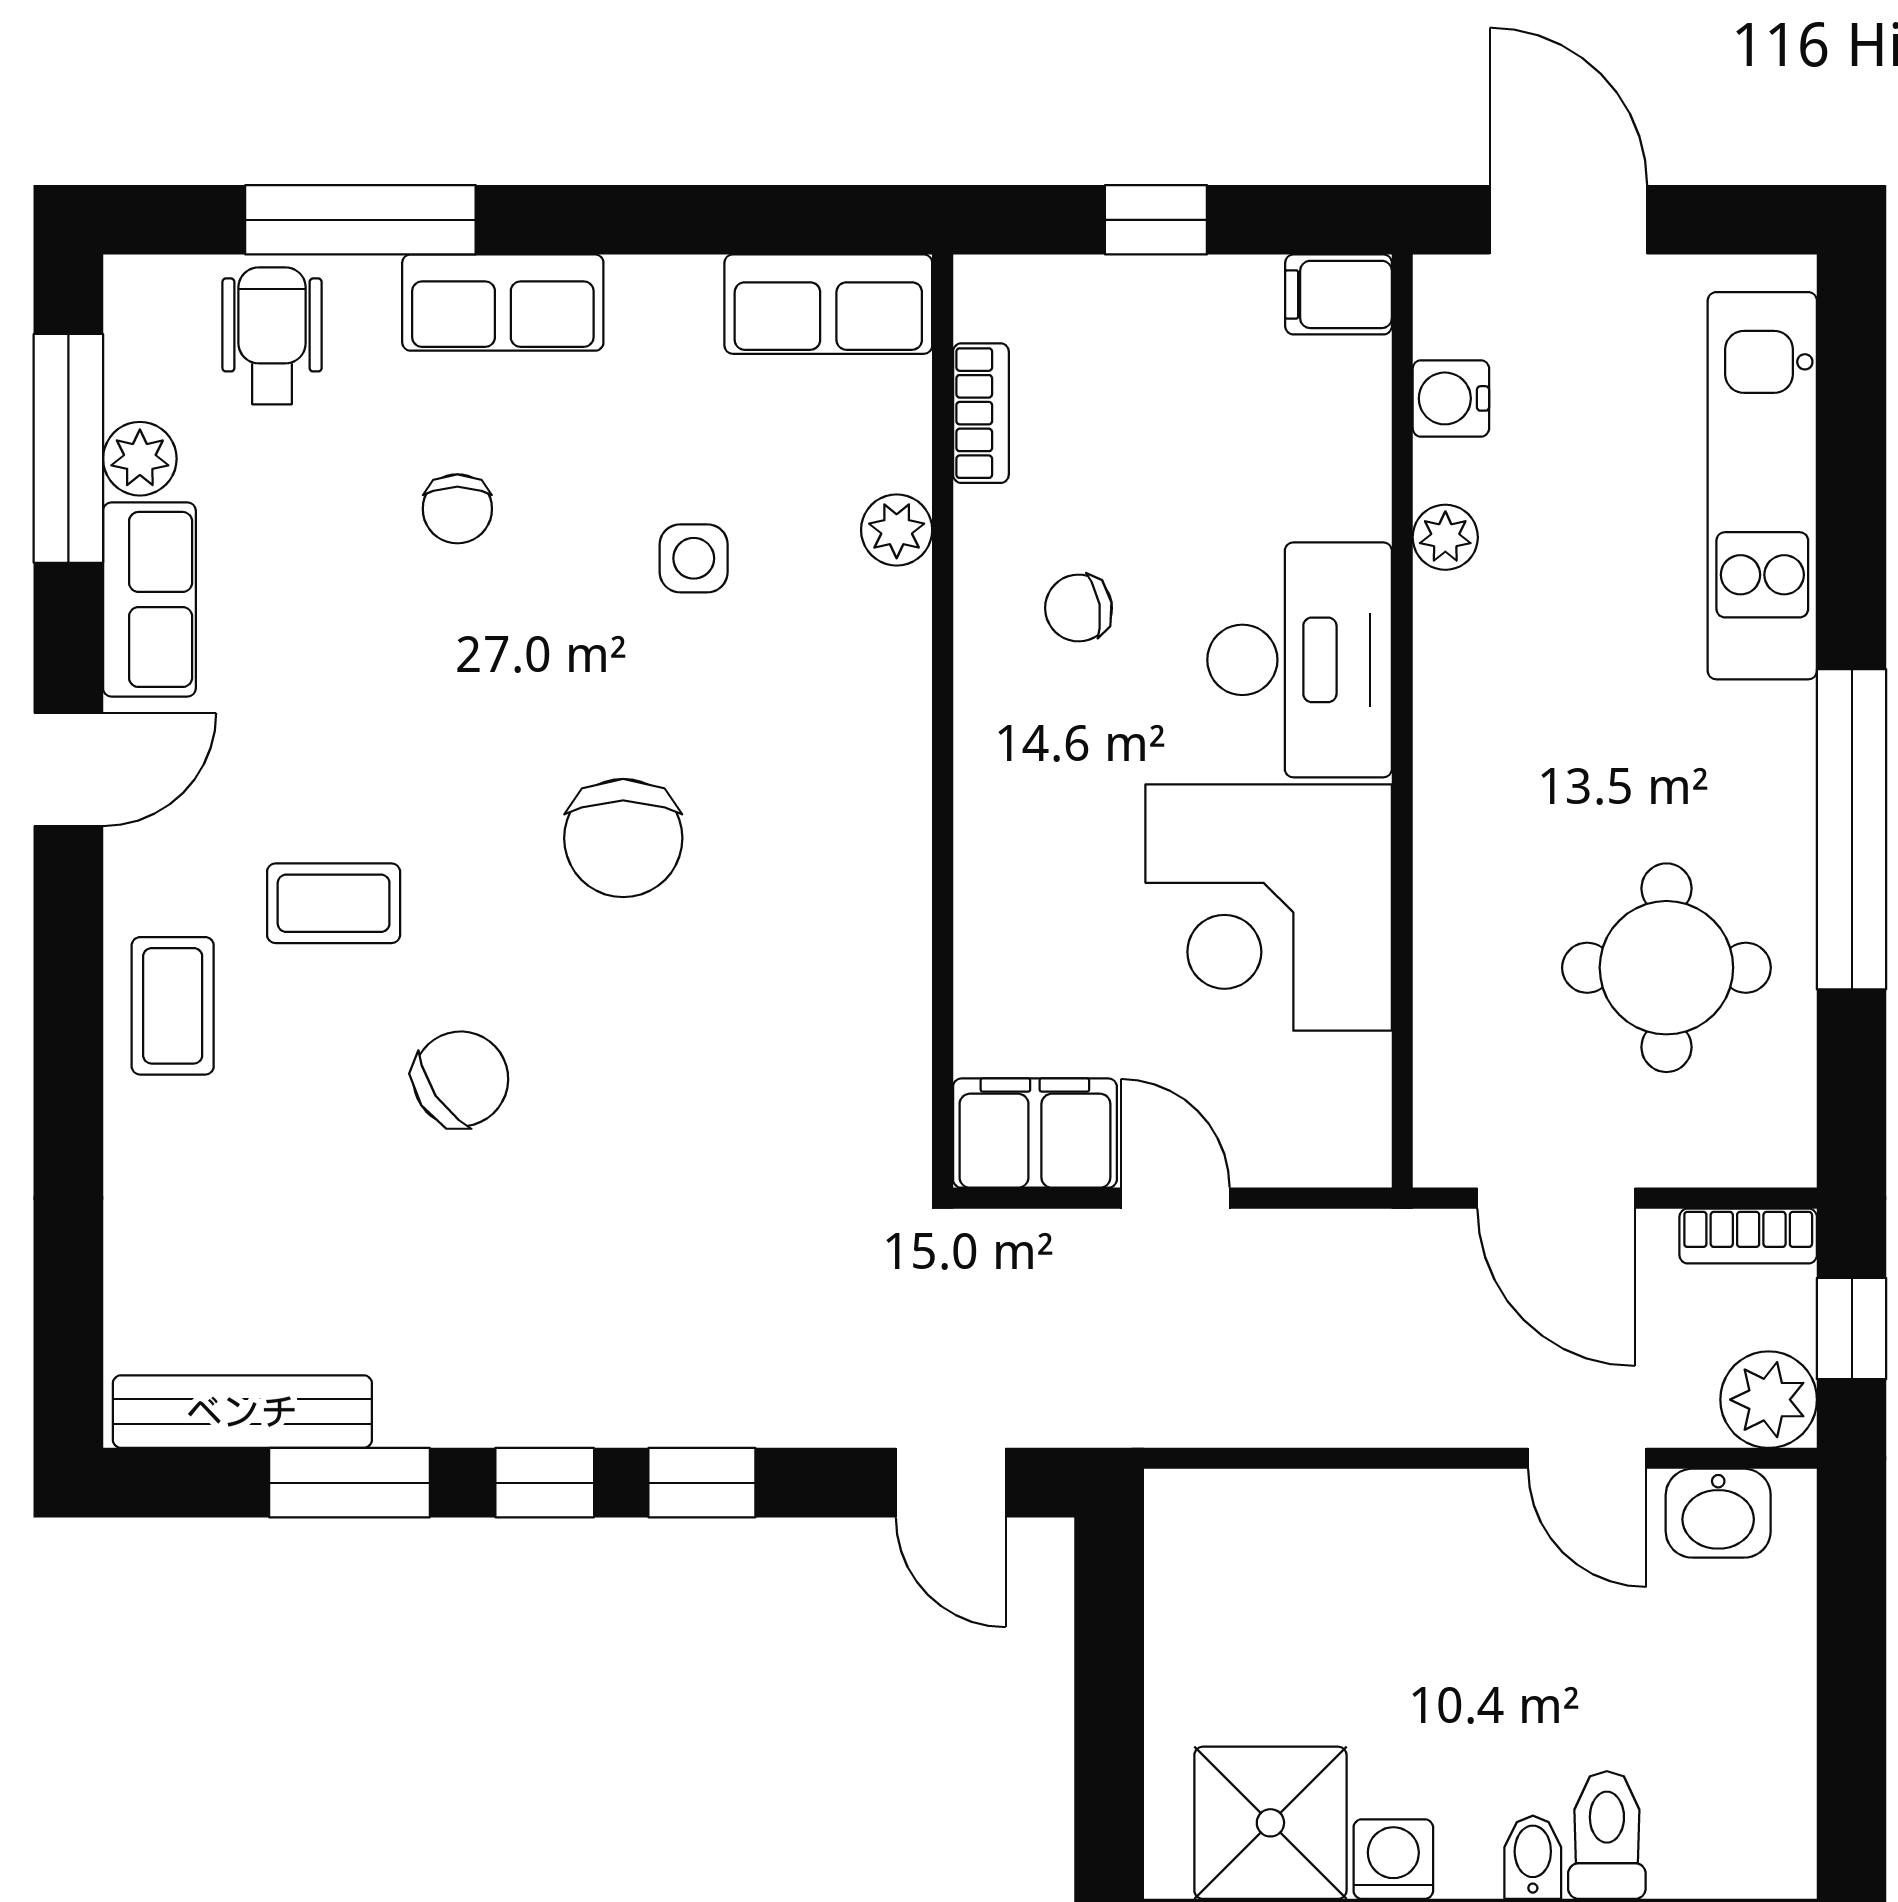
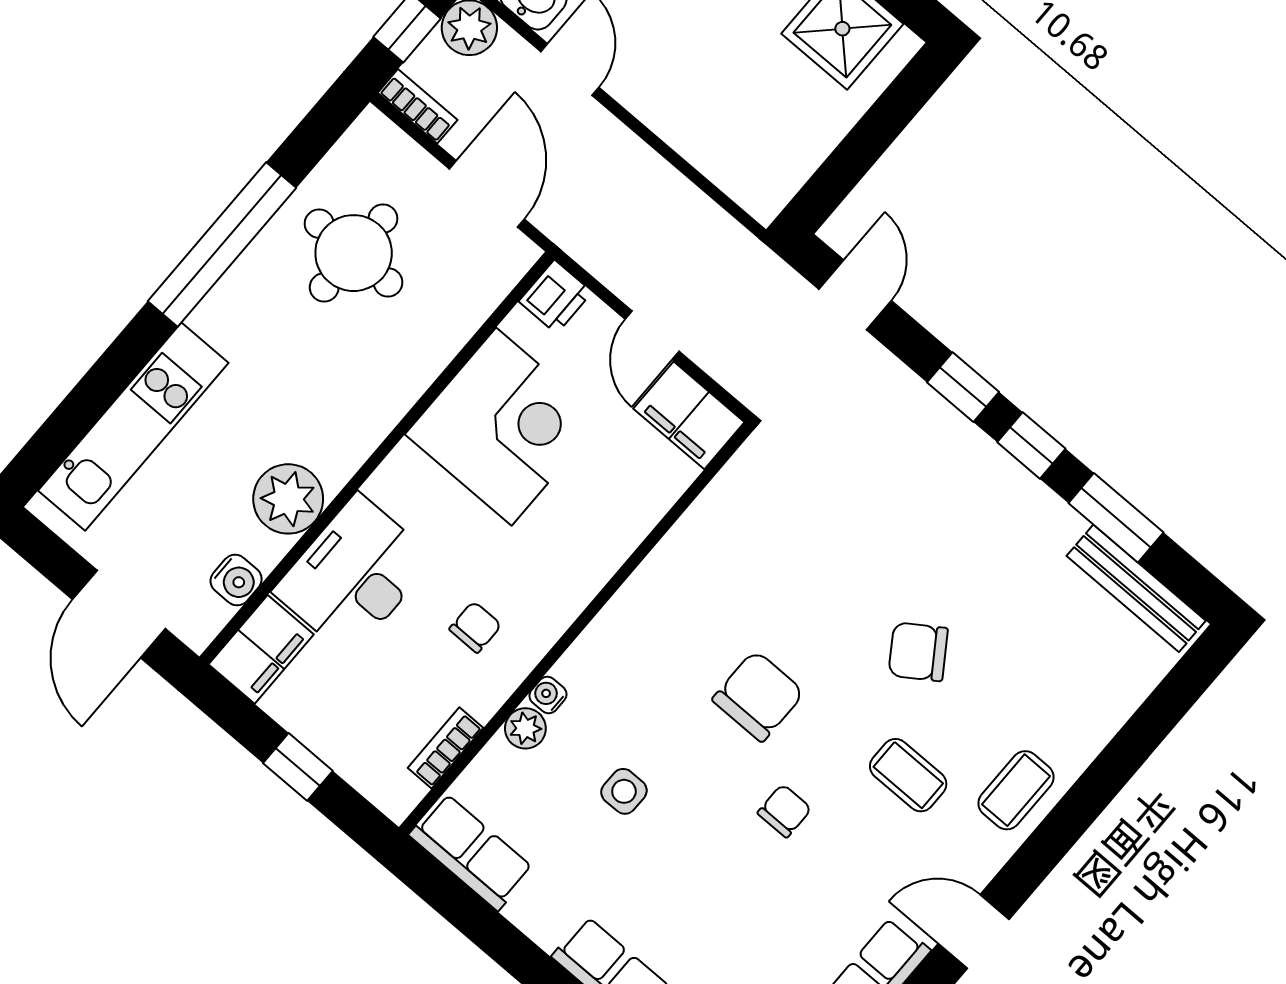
filing cabinet: (1339, 294) -> (261, 649), width x2.00
chair: (457, 509) -> (784, 811), moved
plant: (1445, 537) -> (288, 499), width x1.88, depth x1.88
water cooler: (905, 600) -> (548, 695), added
chair: (1079, 608) -> (475, 627), turned -80
desk: (1300, 660) -> (354, 575), moved
printer: (1348, 1139) -> (555, 297), added

